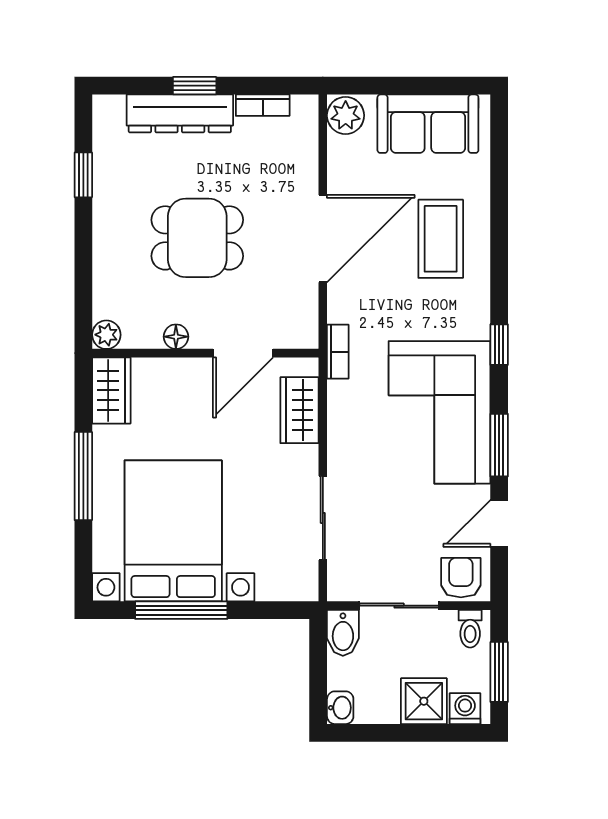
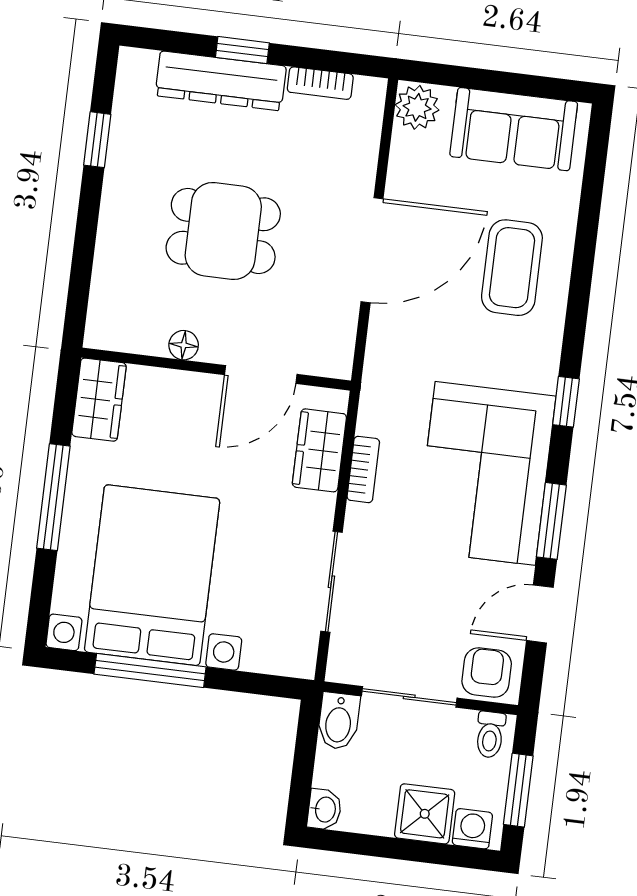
plant: (106, 335) -> (101, 333), removed
bookcase: (338, 352) -> (363, 469), moved

